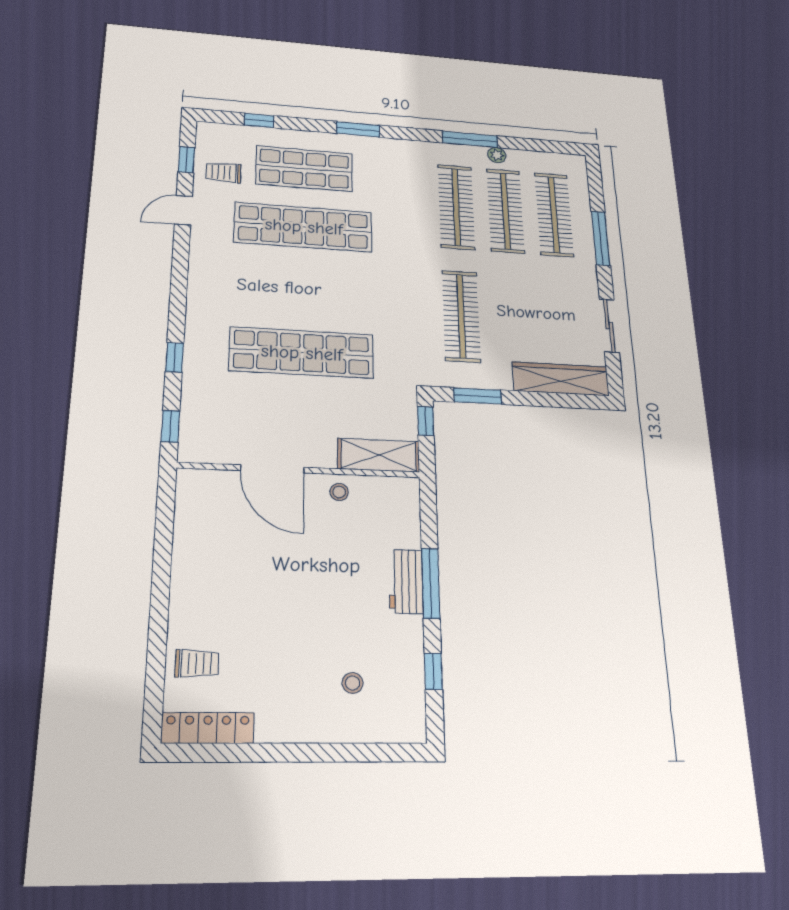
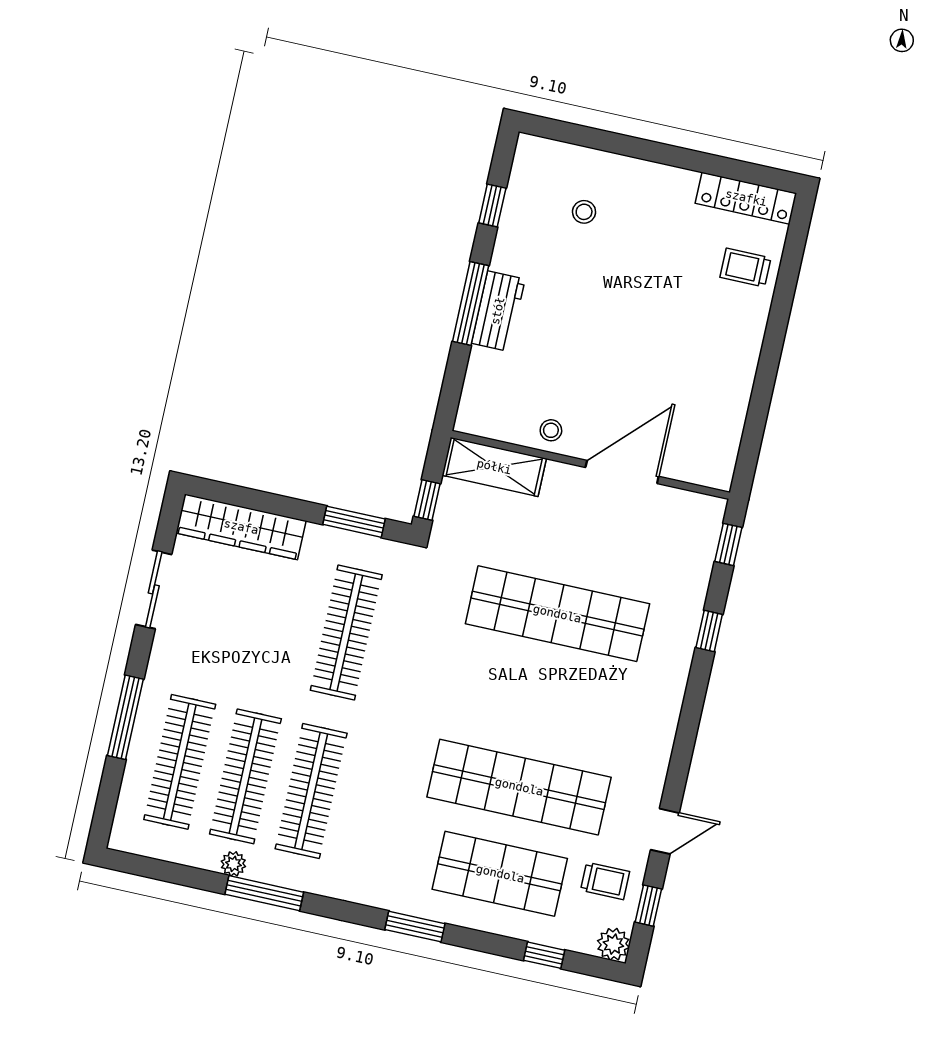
plant: (208, 132) -> (613, 944), added
door: (272, 469) -> (622, 472), hinge flipped

